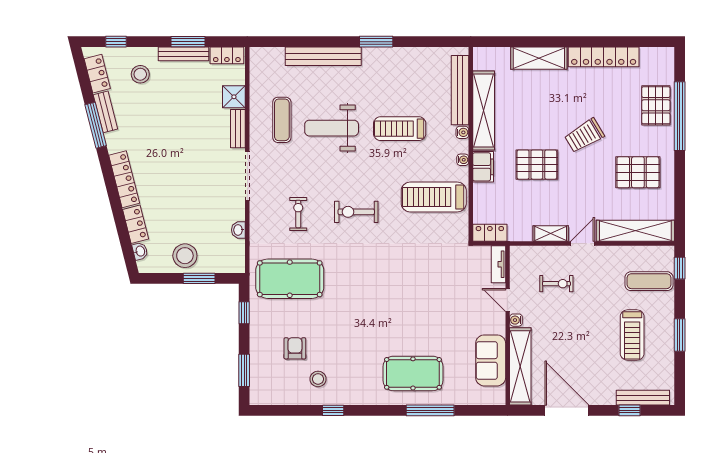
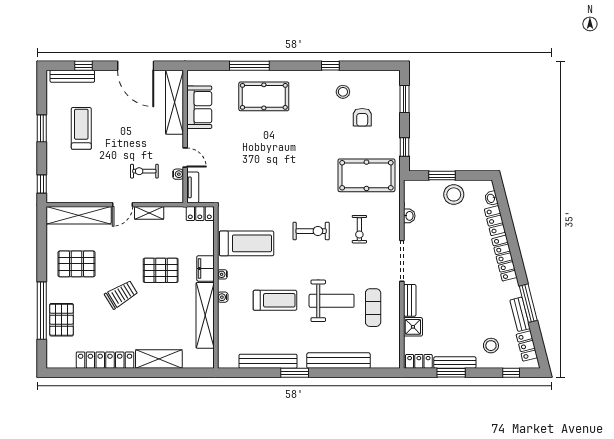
bench: (460, 90) -> (268, 361), moved, turned 90
exercise mat: (649, 281) -> (67, 173), removed
water cooler: (516, 320) -> (178, 174), moved

